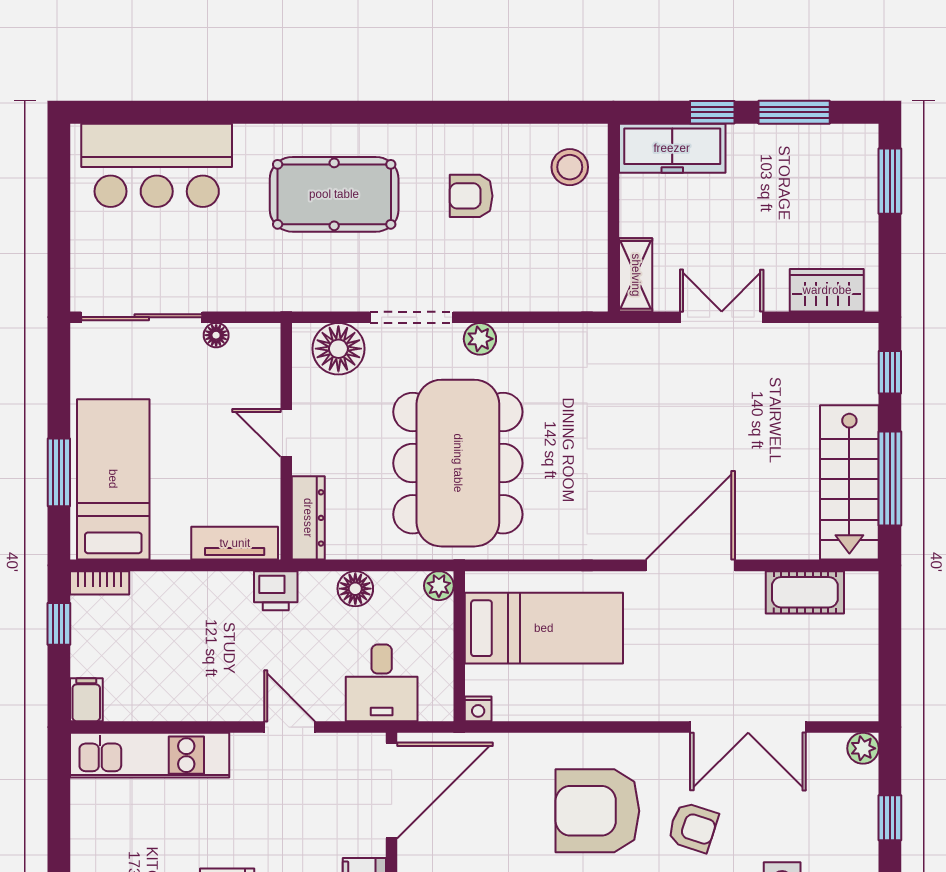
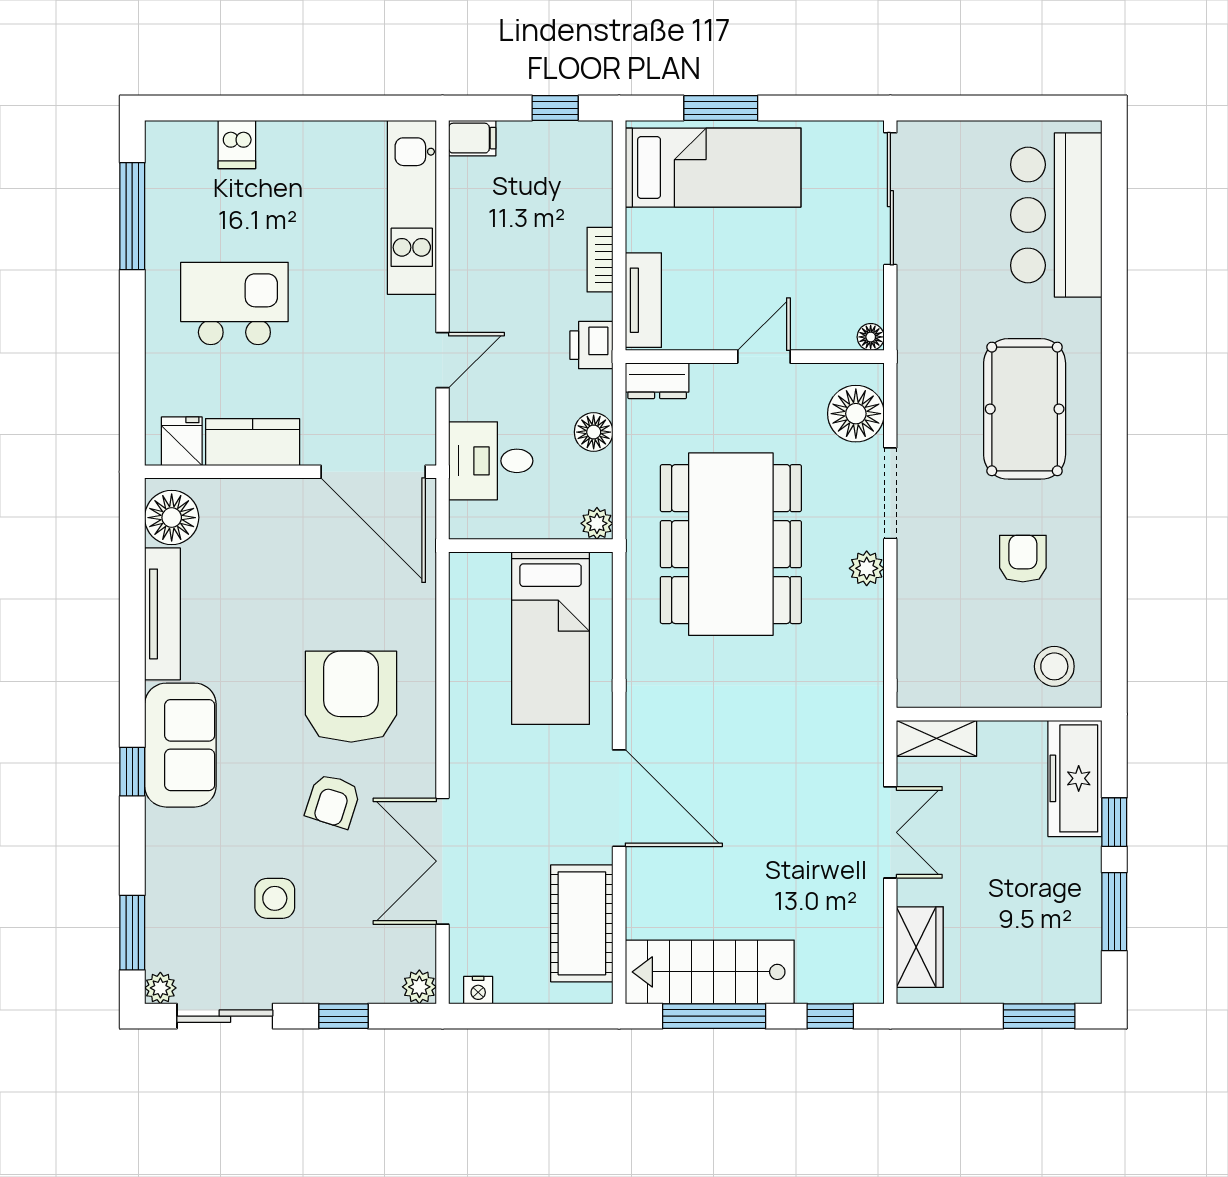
floor lamp: (216, 335) -> (871, 337), moved
dining table: (458, 463) -> (731, 544), turned 90
dresser: (308, 518) -> (657, 381), width x0.70
bookcase: (100, 583) -> (600, 260), moved
cot: (805, 592) -> (582, 923), width x1.37, depth x1.34
nightstand: (478, 709) -> (478, 990), moved, turned -90

